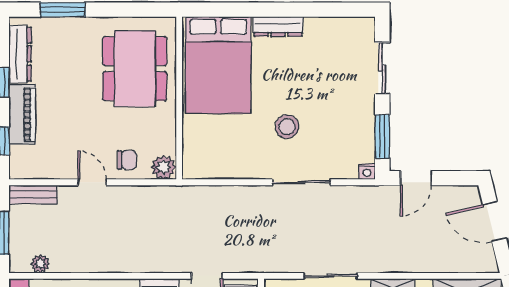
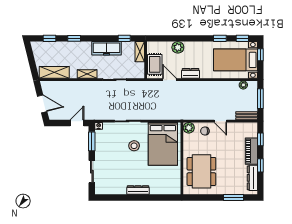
bed: (218, 65) -> (163, 144), moved, turned 180

